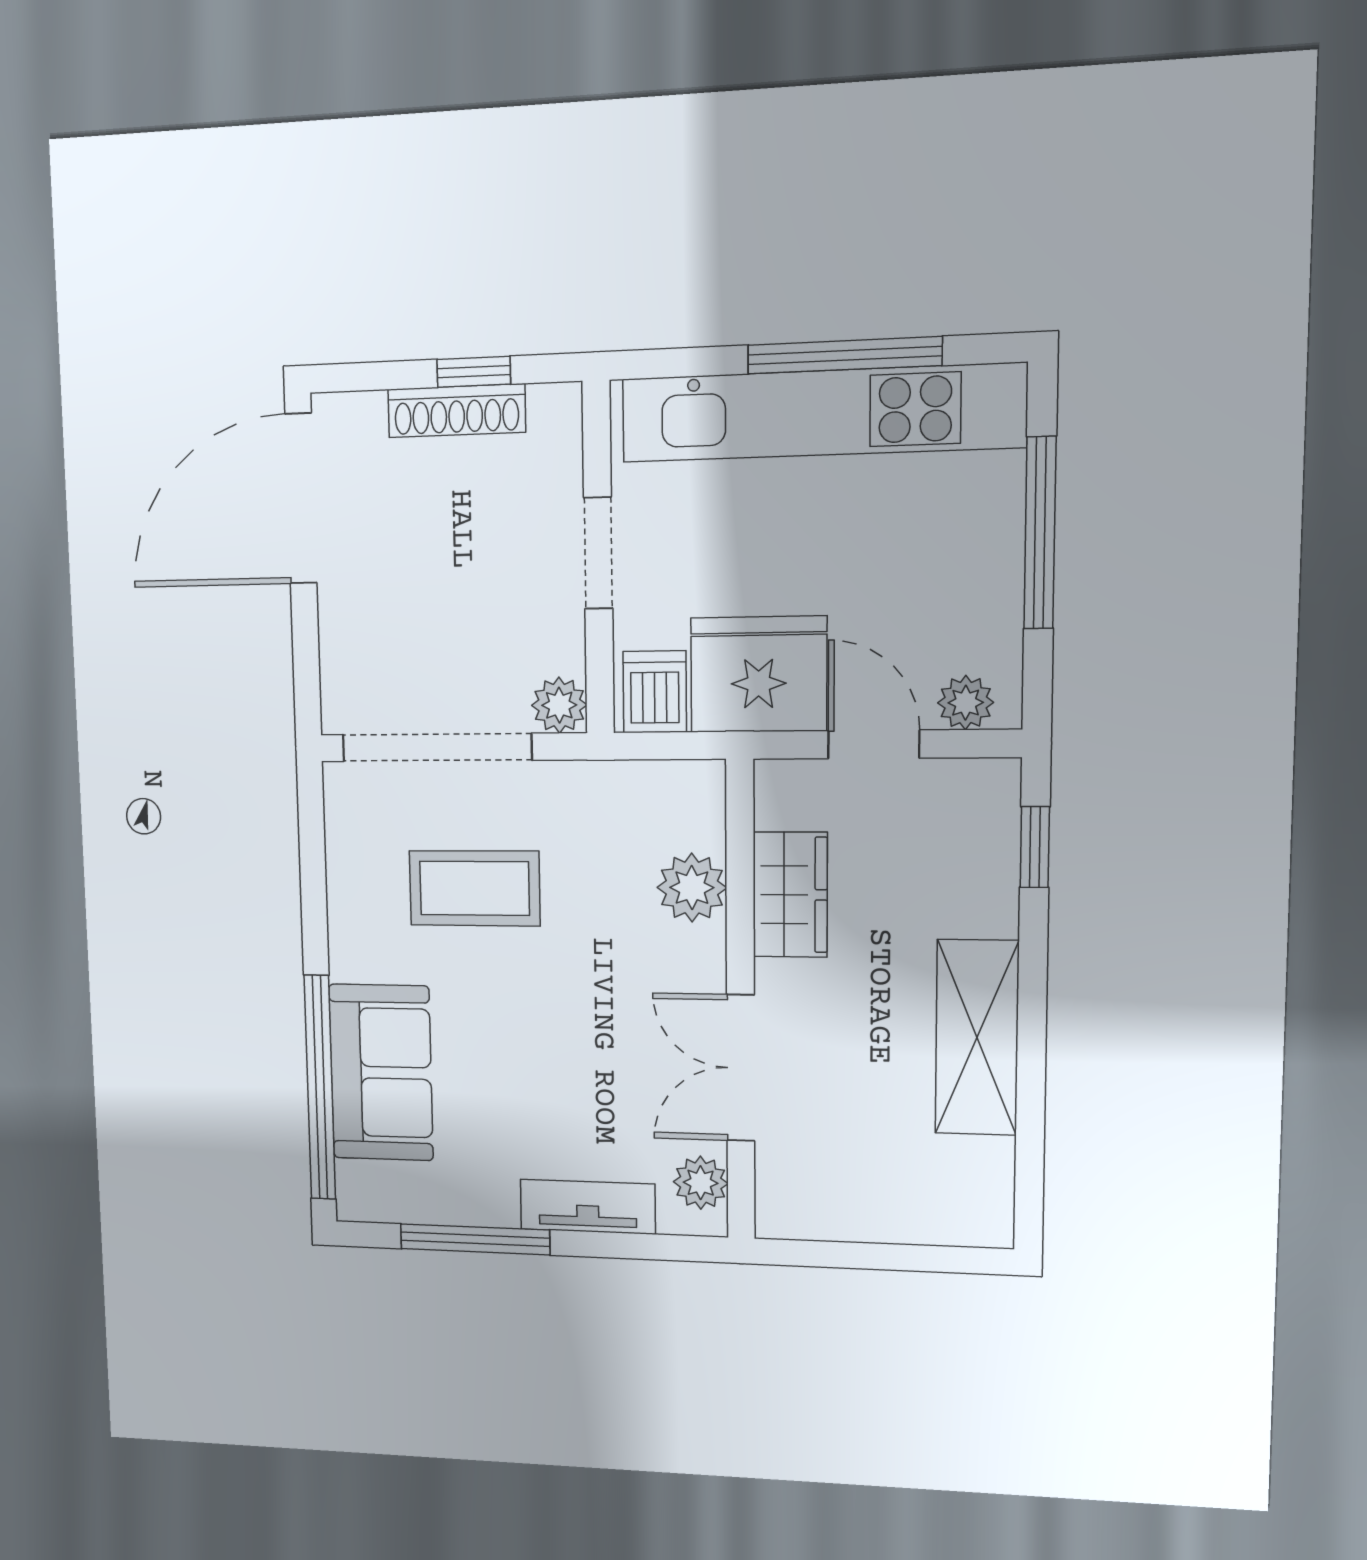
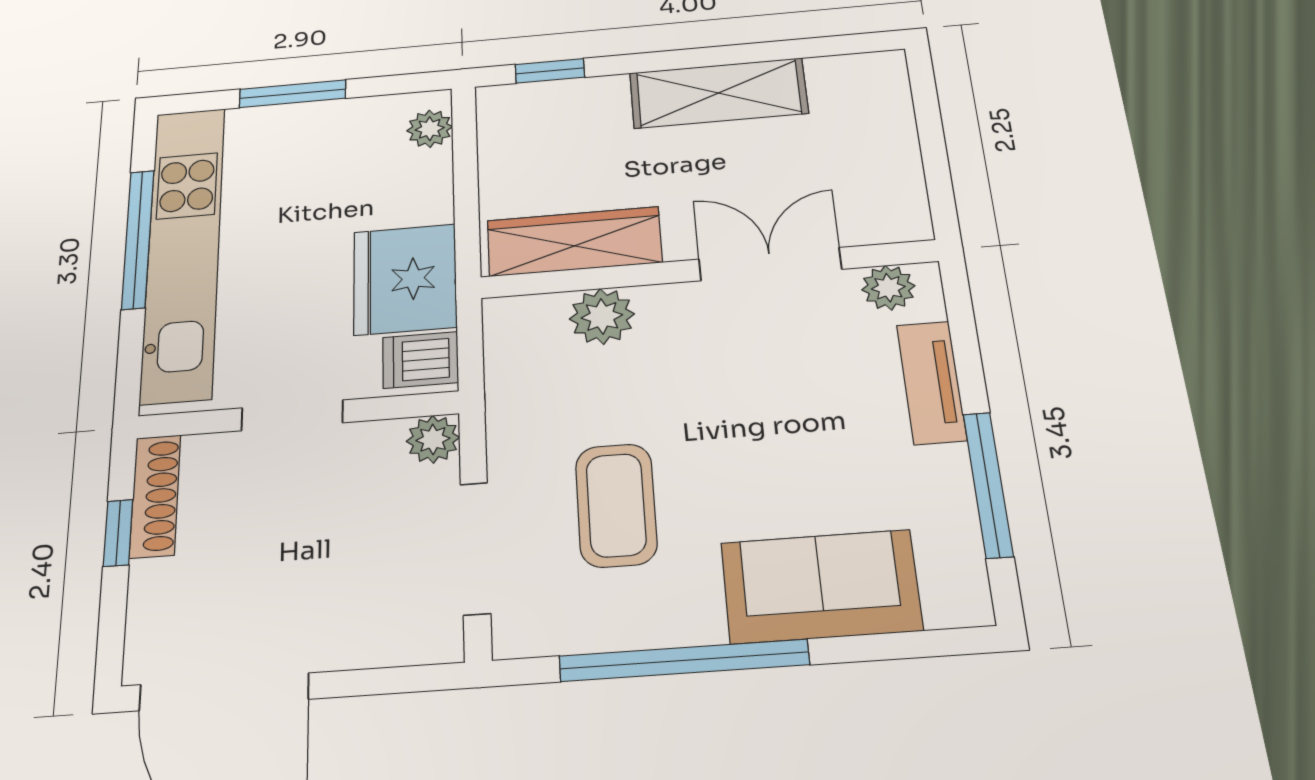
shoe rack: (457, 411) -> (155, 496), moved
window: (1040, 533) -> (293, 94), width x0.69
door: (874, 744) -> (466, 189), removed
doorway: (437, 747) -> (475, 548), width x0.73
wardrobe: (790, 895) -> (574, 241), width x1.50
double door: (741, 1068) -> (770, 264), swing flipped
window: (320, 1088) -> (684, 660), moved

